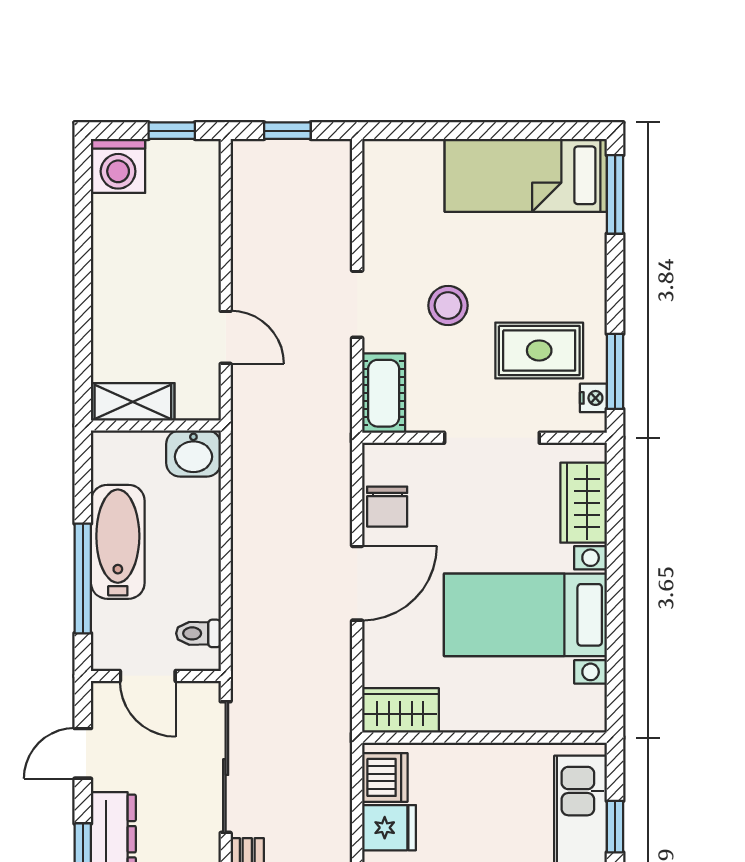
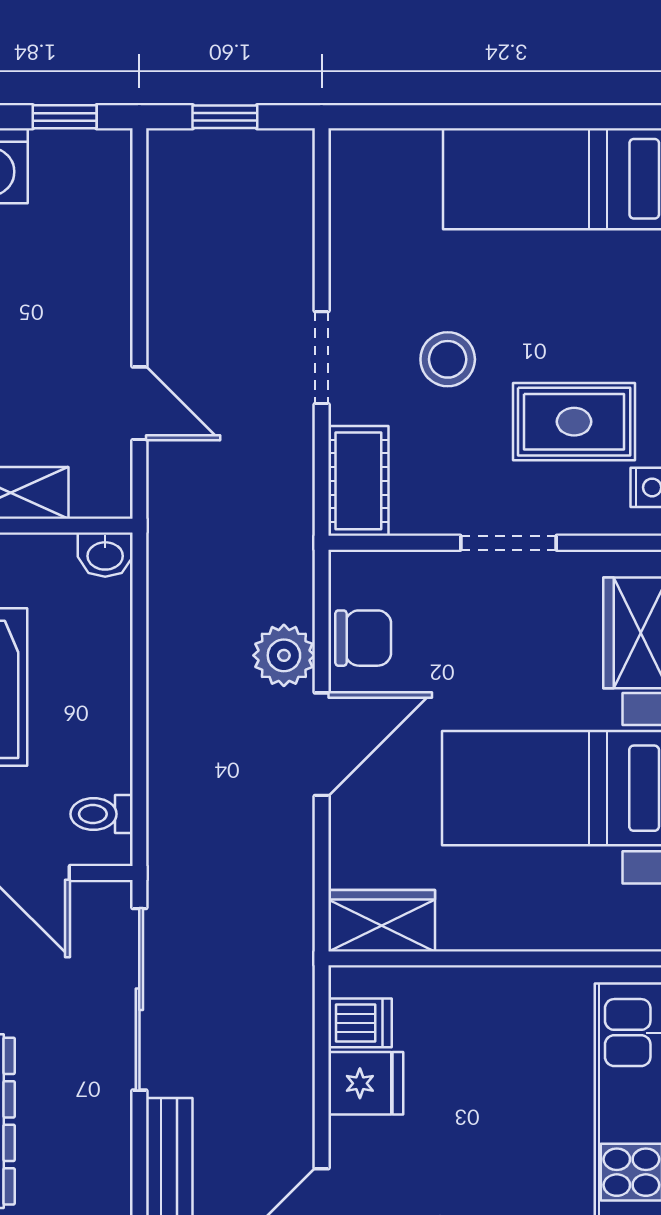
doorway: (492, 438) -> (509, 543), width x0.73
washbasin: (193, 454) -> (105, 555), width x0.72, depth x0.69
chair: (387, 507) -> (363, 638), turned -90
plant: (330, 519) -> (284, 655), added
dishwasher: (385, 777) -> (360, 1023), width x0.73

